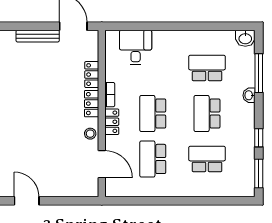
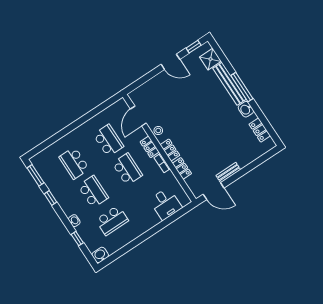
bench: (38, 36) -> (228, 173), width x0.73
window: (259, 73) -> (77, 239), width x0.46
school desk: (207, 159) -> (74, 163), turned 90
door: (102, 164) -> (138, 116), hinge flipped

